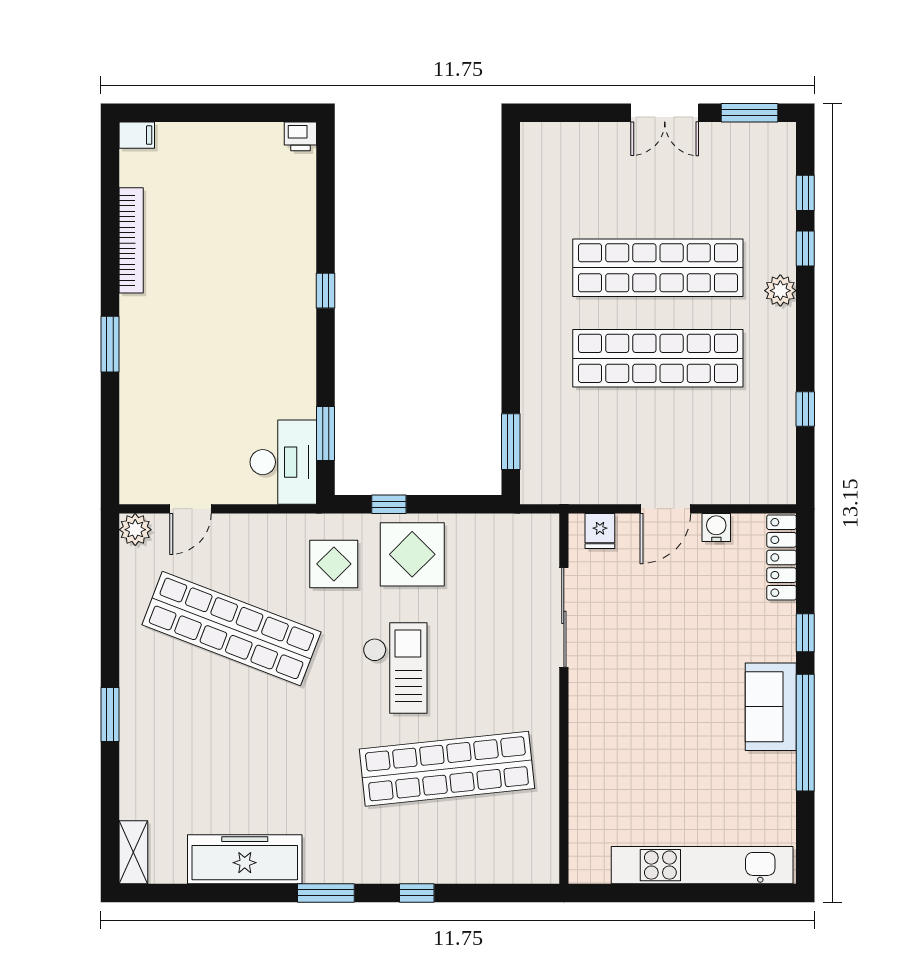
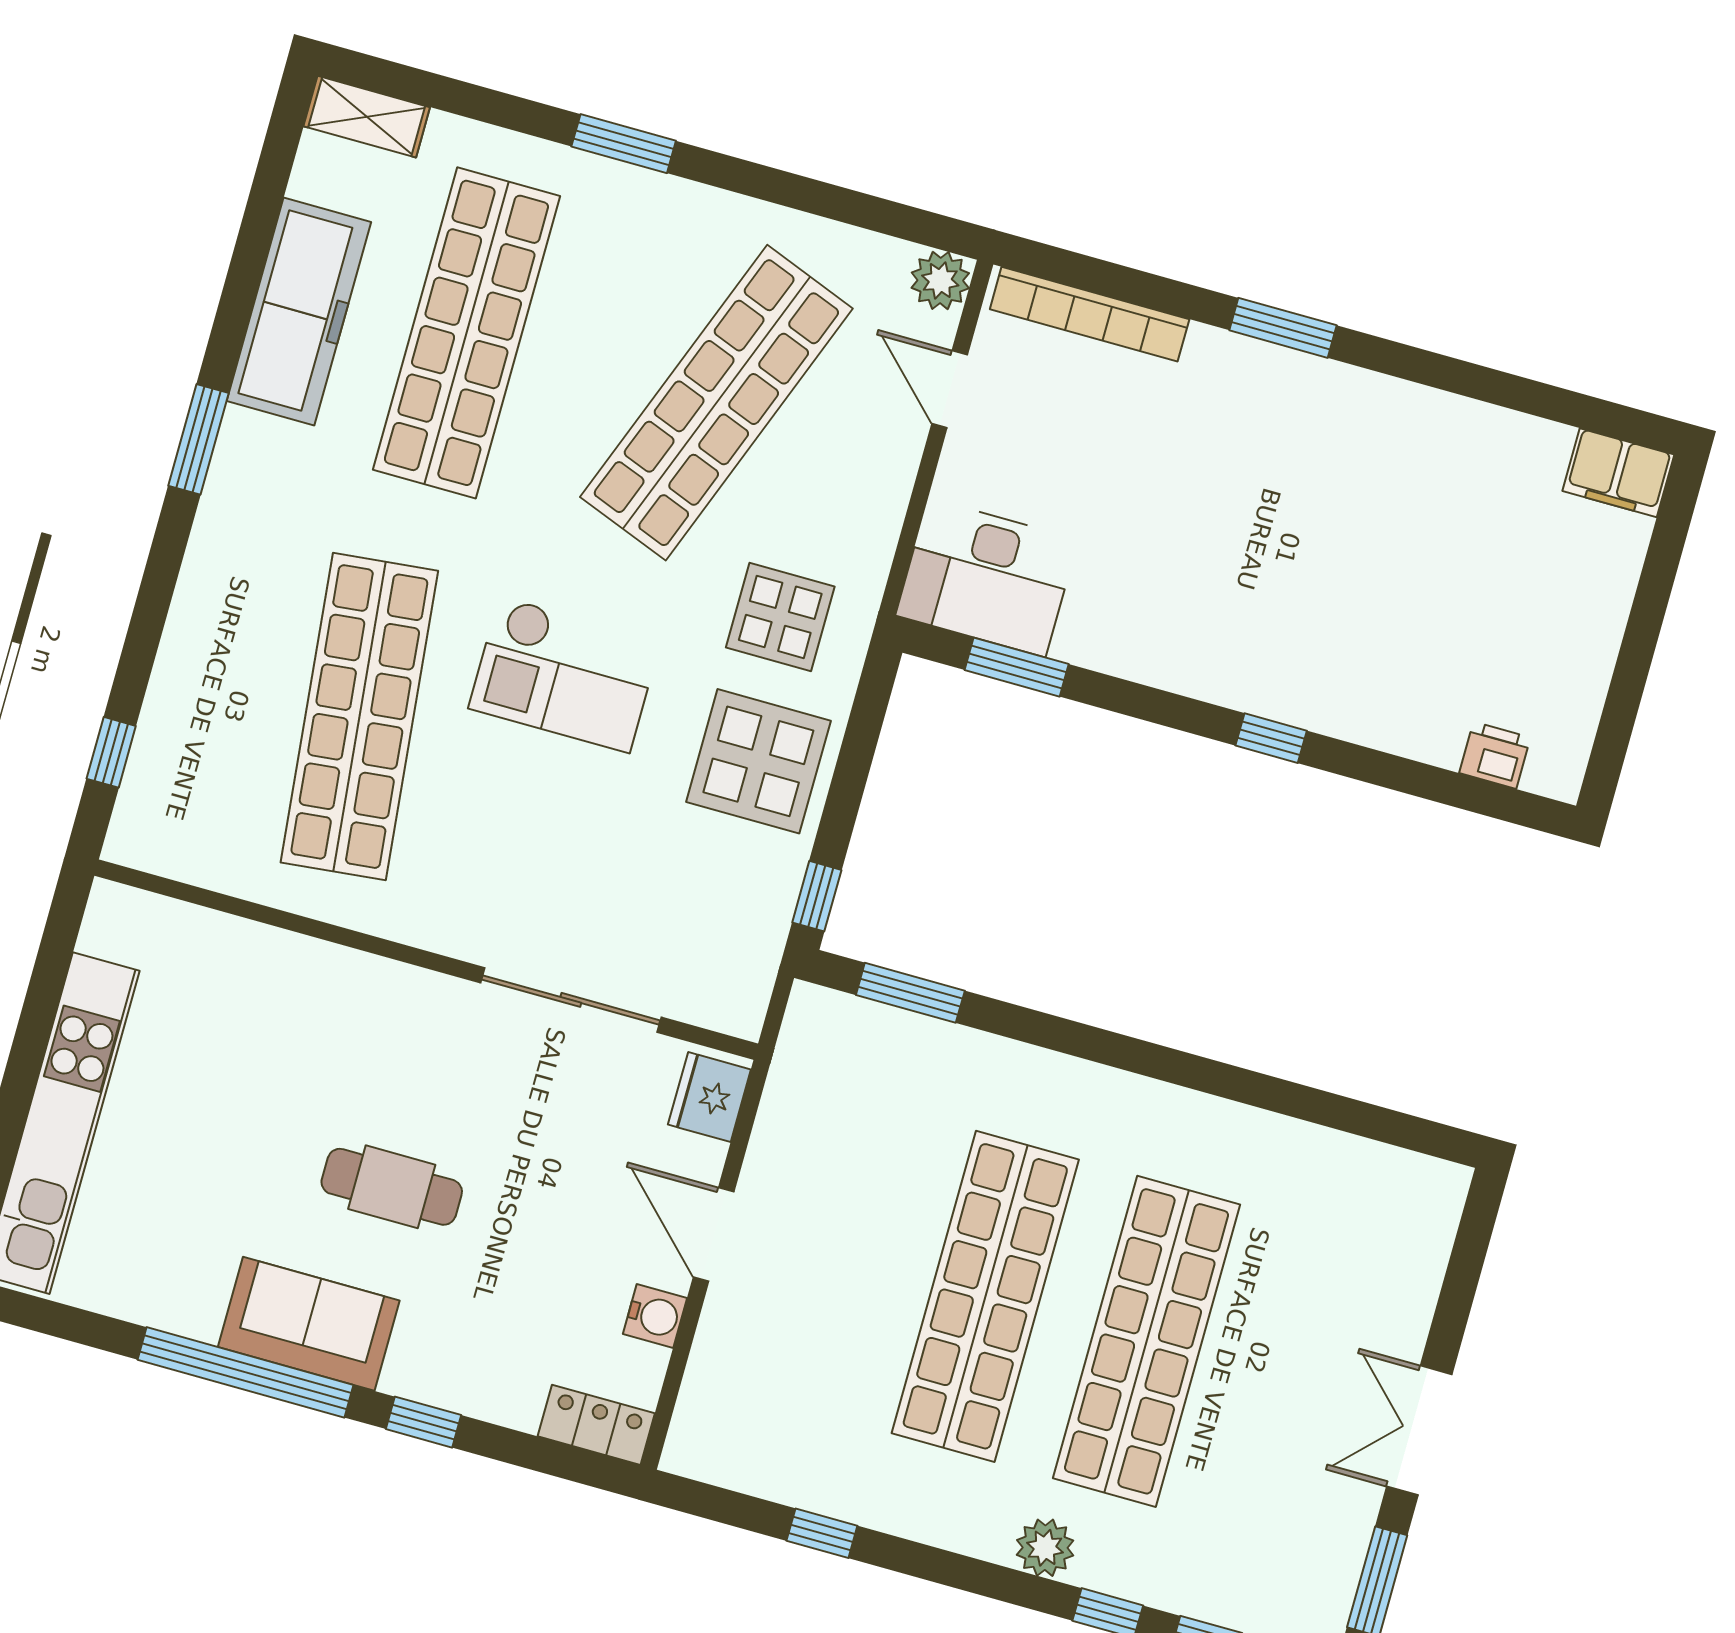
filing cabinet: (137, 135) -> (1618, 473), width x2.00
printer: (300, 136) -> (1495, 755), moved, turned 90
bookcase: (131, 240) -> (1090, 314), moved
window: (389, 504) -> (817, 896), moved
fridge: (600, 531) -> (709, 1097), width x1.38
locker: (782, 557) -> (596, 1425), width x0.66
cafe table: (687, 684) -> (392, 1187), added
shop shelf: (231, 769) -> (466, 333), added
window: (417, 893) -> (111, 752), moved

